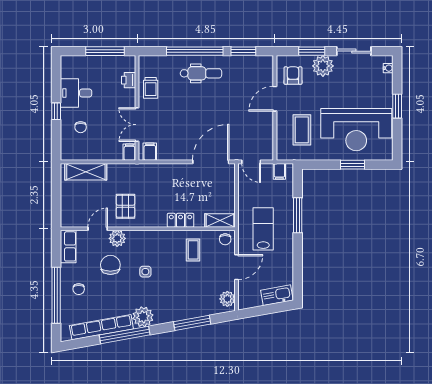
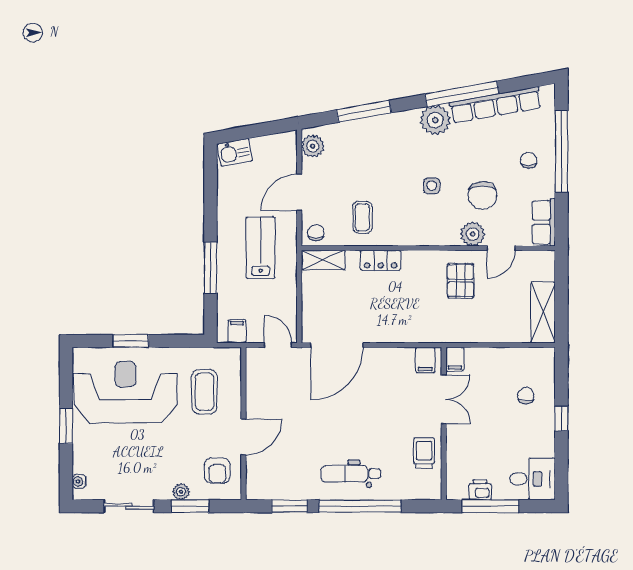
plant: (323, 66) -> (181, 492), width x0.53, depth x0.53
printer: (129, 80) -> (480, 490), moved, turned -90
desk: (76, 93) -> (533, 479), moved
shelving: (86, 172) -> (543, 312), moved, turned 90
lab bench: (263, 229) -> (261, 248), turned 180
kitchen sink: (277, 295) -> (235, 152), width x0.73

